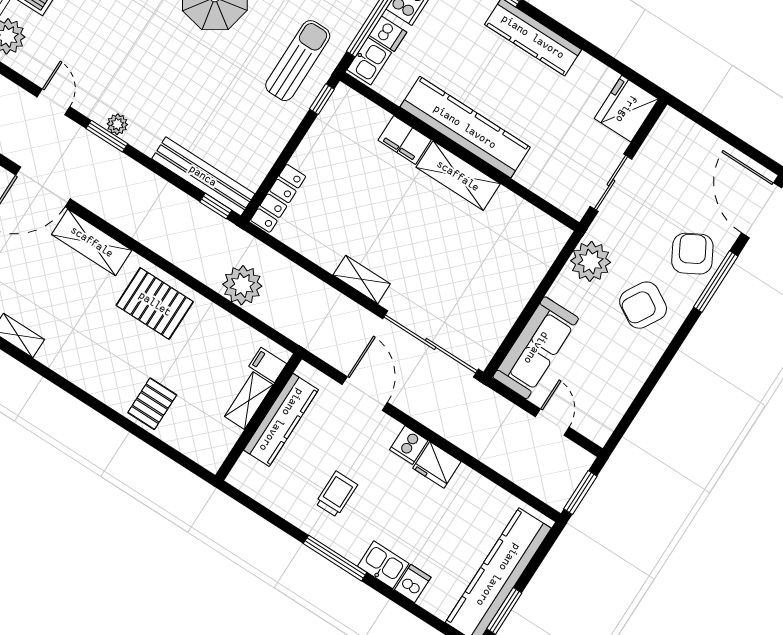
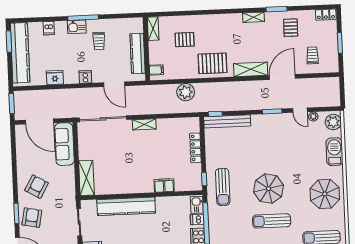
plant: (117, 124) -> (313, 116), moved
kitchen counter: (465, 127) -> (126, 206), moved
shelving: (458, 176) -> (86, 178), moved, turned 90
locker: (278, 198) -> (195, 148), moved
armchair: (692, 254) -> (32, 218), turned -140
plant: (591, 261) -> (66, 189), removed
window: (716, 282) -> (16, 213), width x0.69
shelving: (249, 401) -> (153, 29), moved
pallet: (152, 404) -> (185, 40), moved, turned 90
door: (552, 422) -> (40, 122), width x1.87
fridge: (437, 465) -> (55, 78), moved
kitchen sink: (383, 565) -> (77, 27), moved

